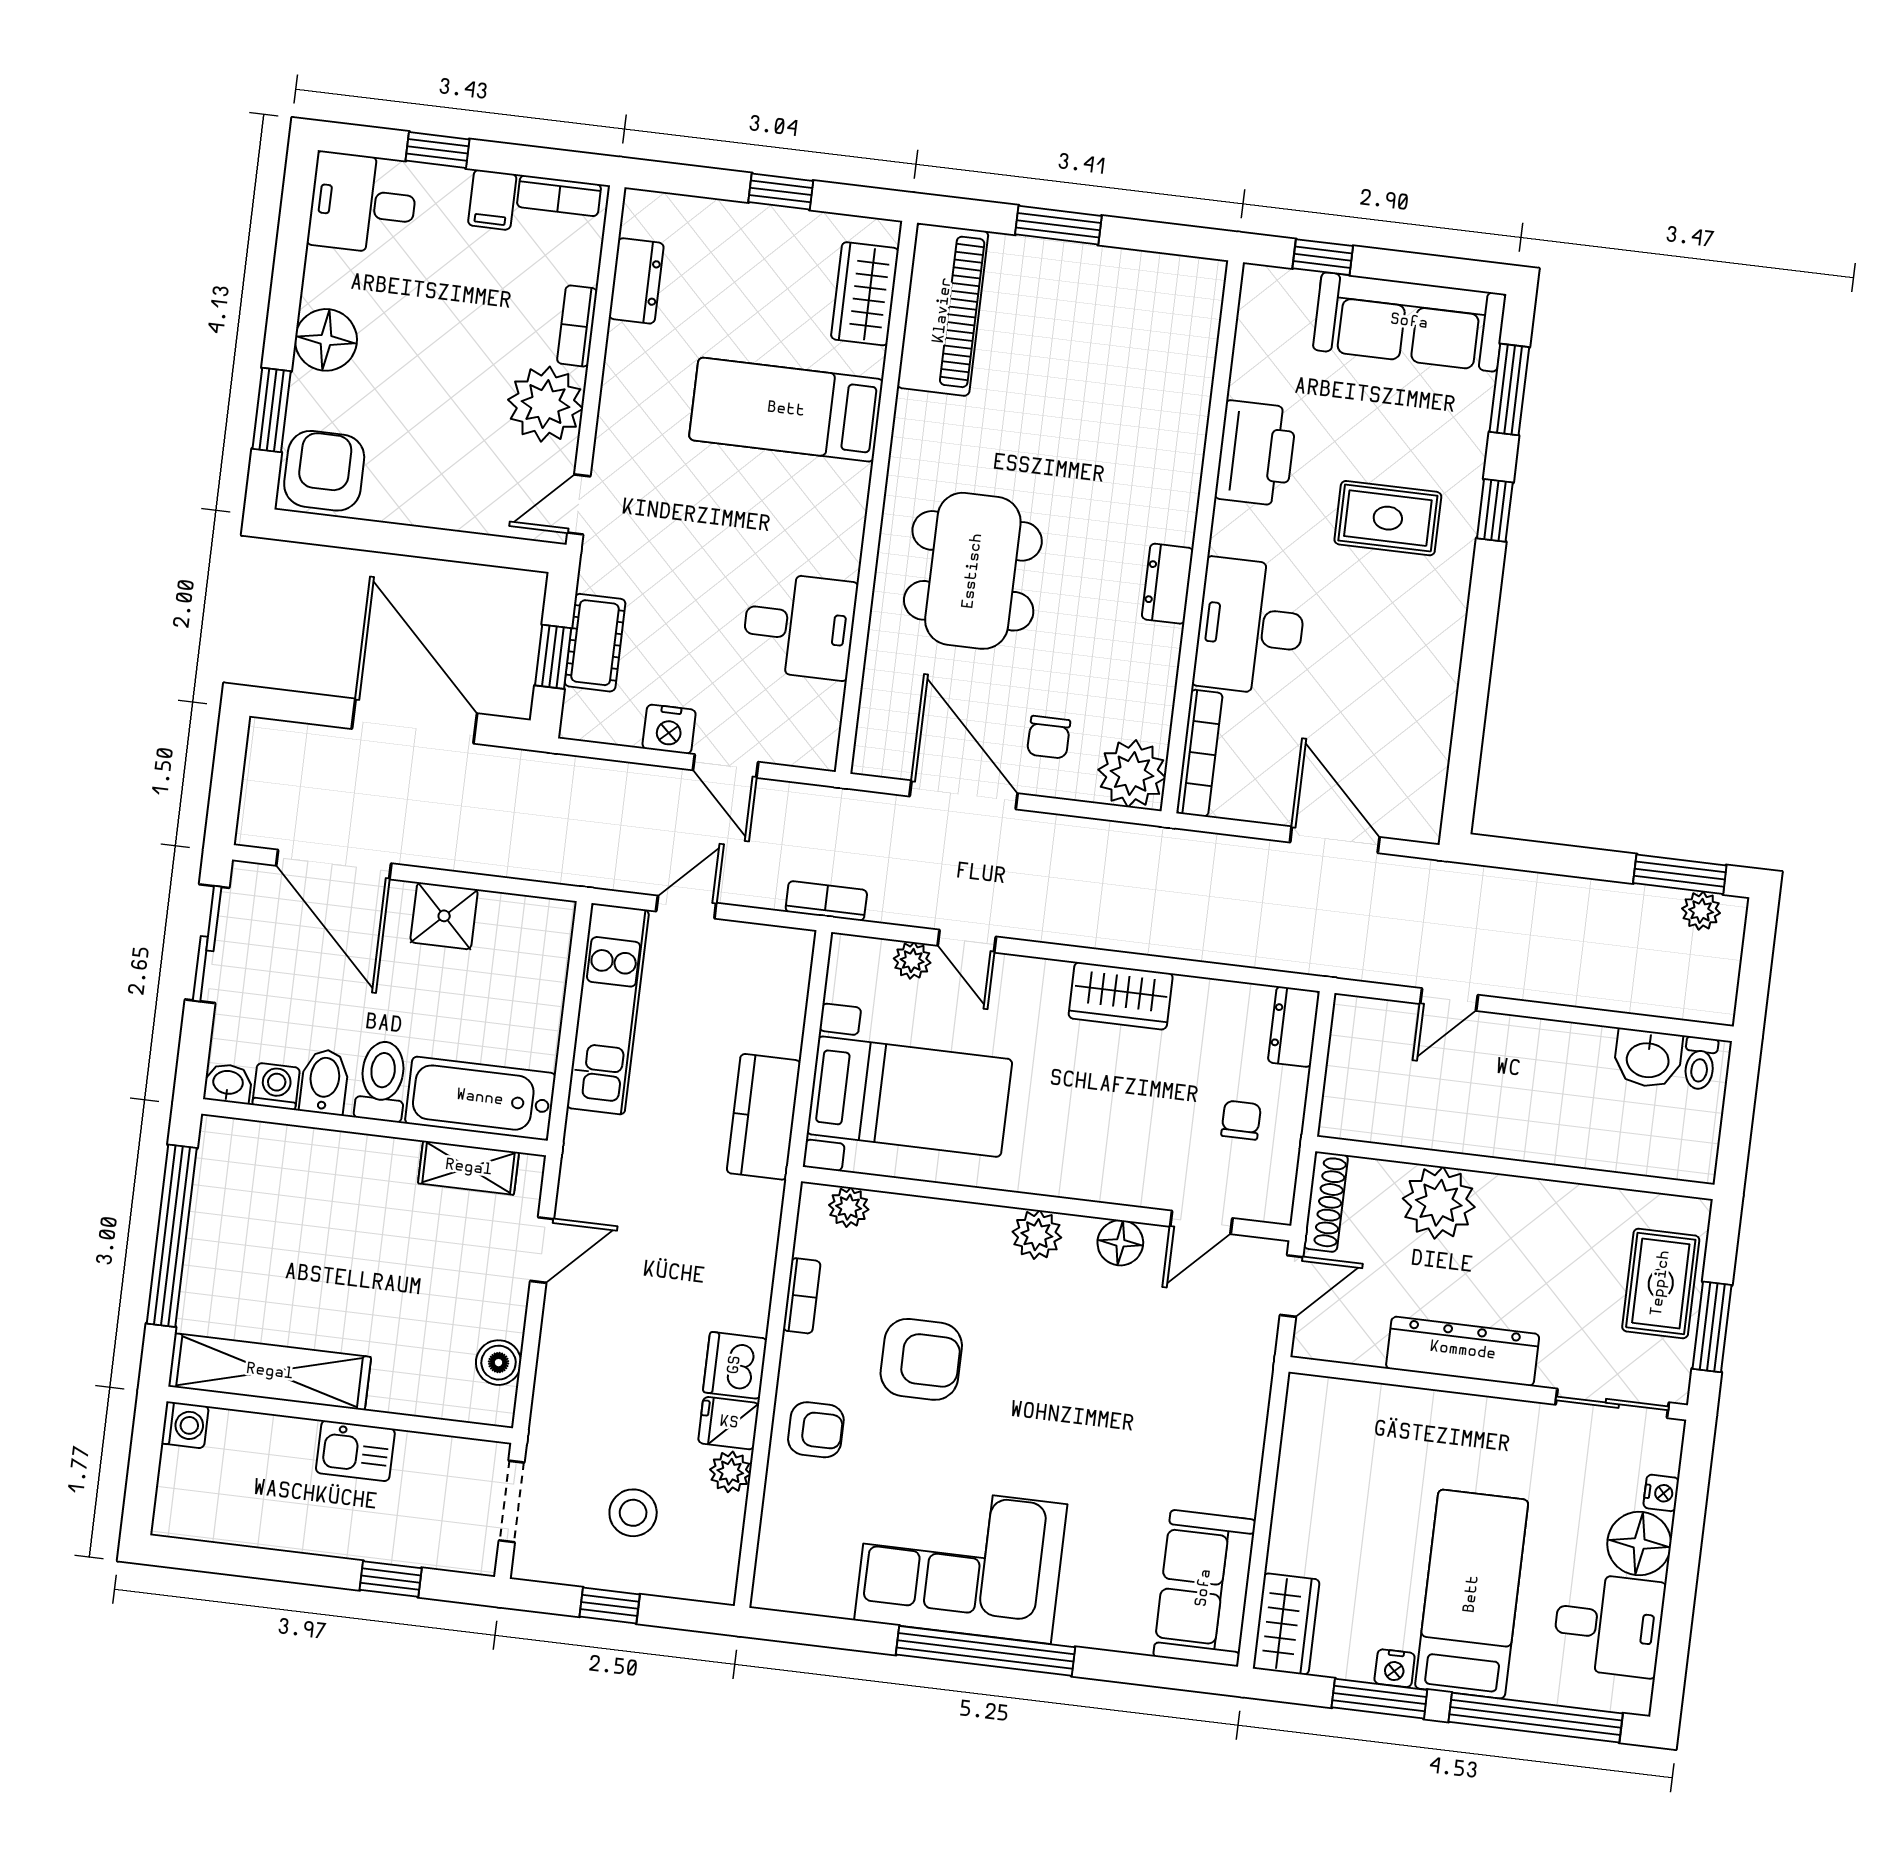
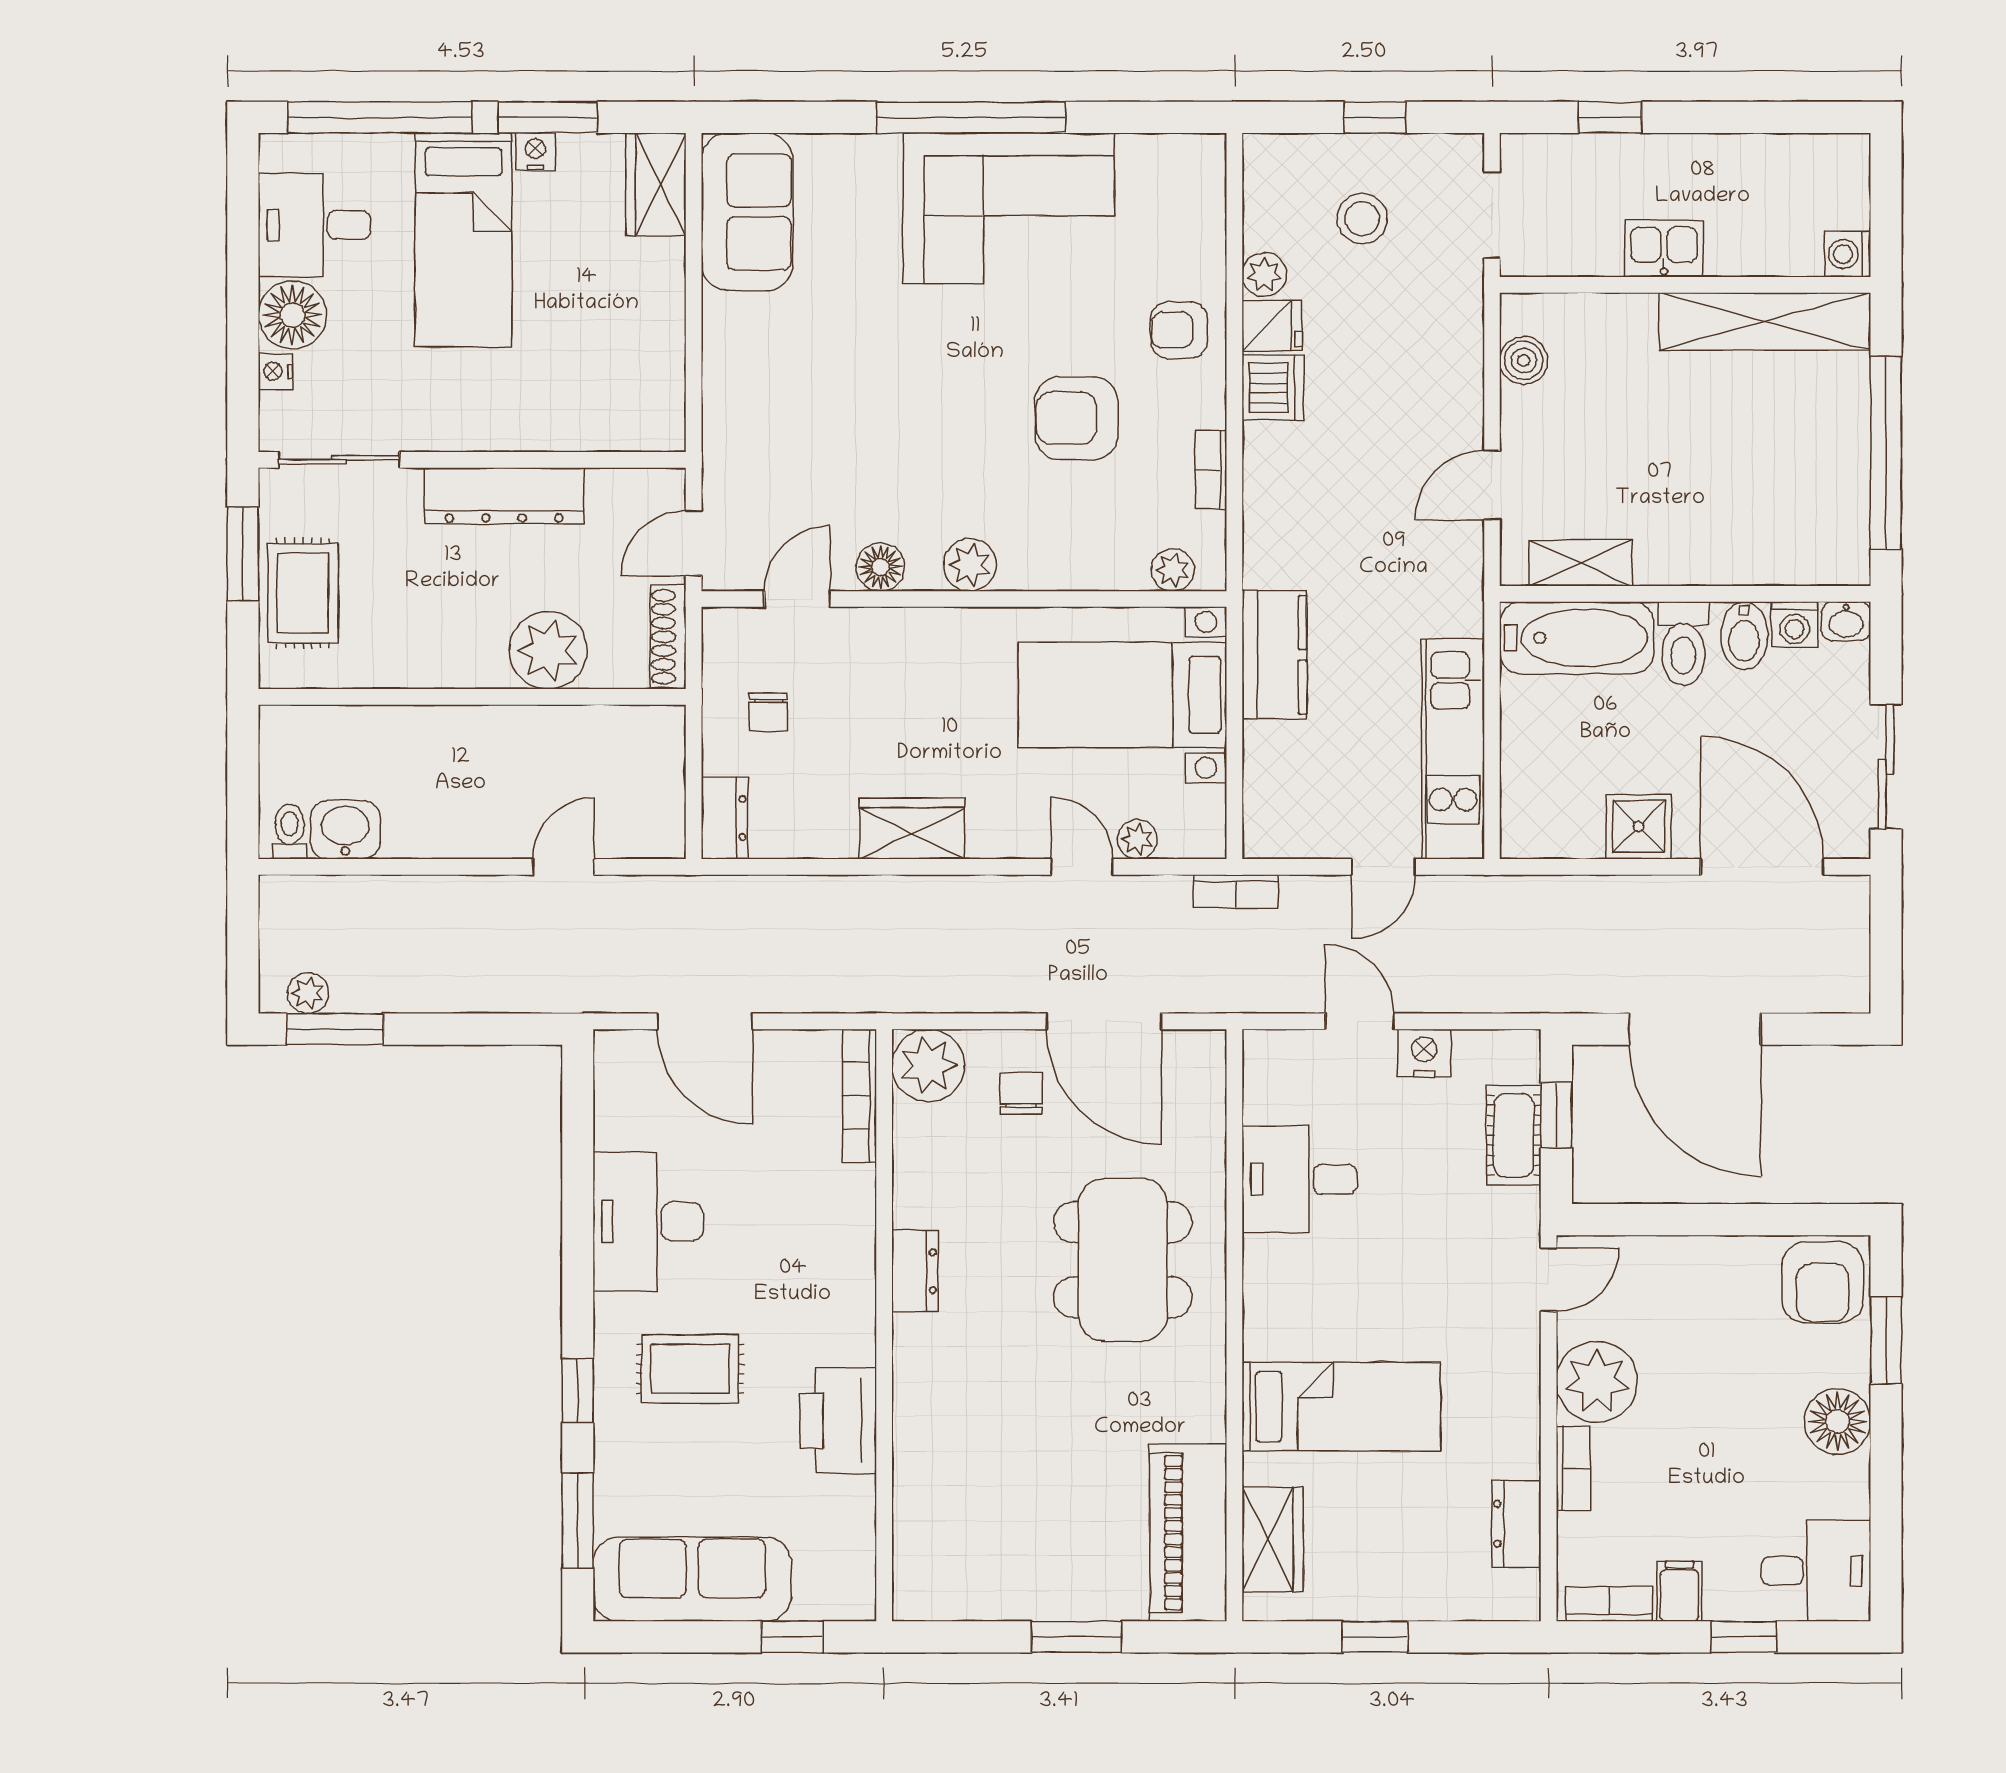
desk: (1250, 627) -> (648, 1222), moved, turned 180

